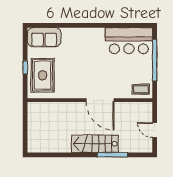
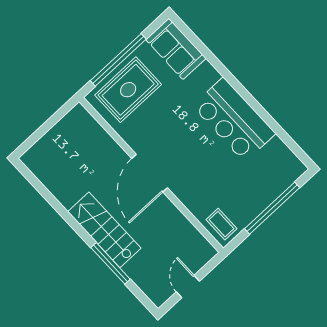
bar counter: (129, 41) -> (234, 120), moved
window: (25, 67) -> (118, 60), width x3.17
door: (100, 100) -> (150, 173), moved

